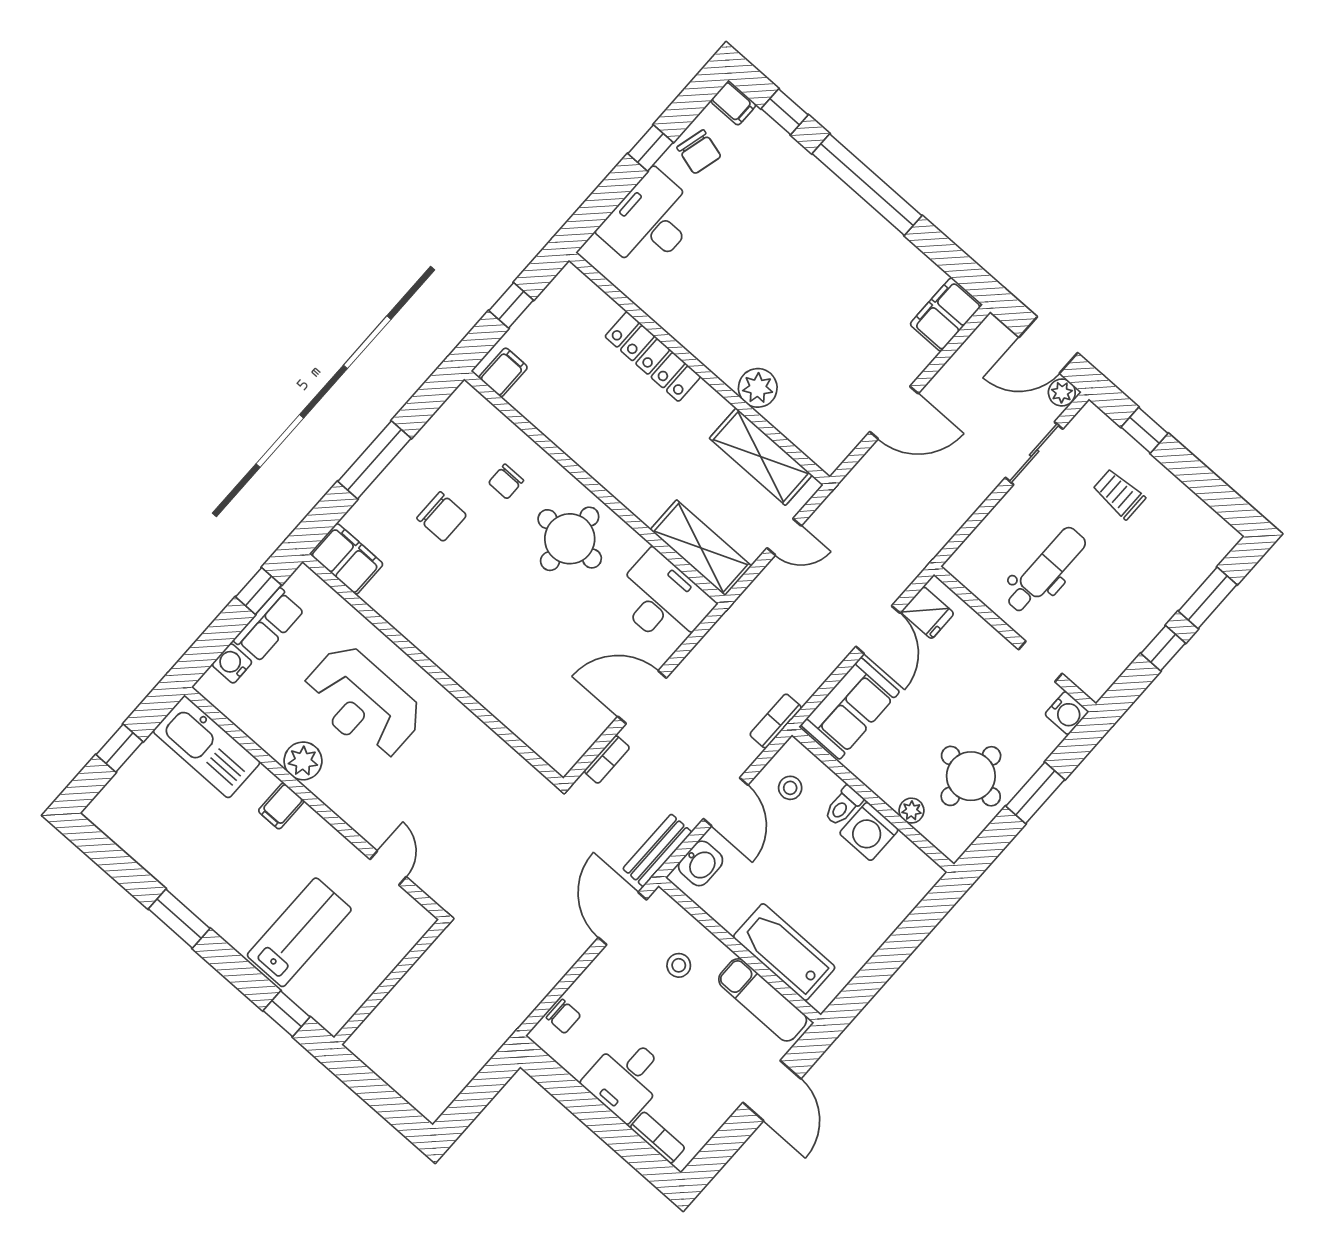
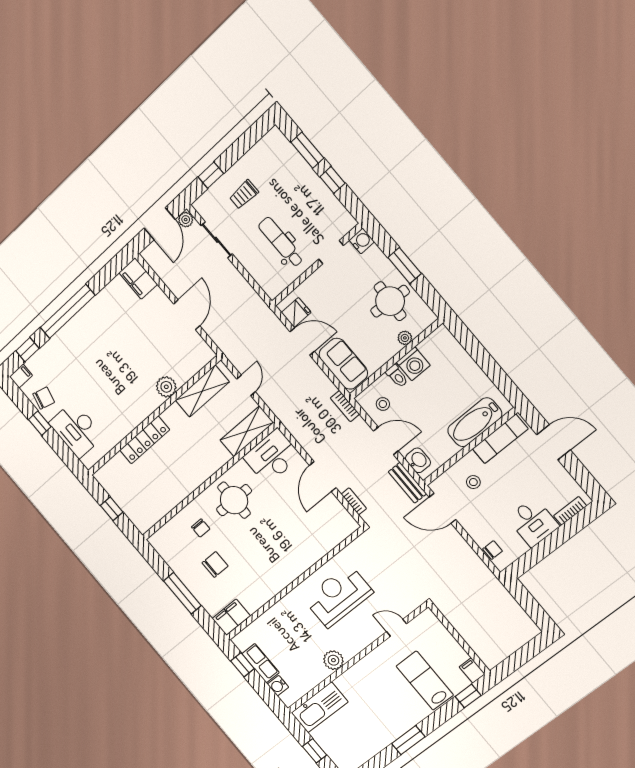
filing cabinet: (503, 372) -> (145, 519), removed
reception desk: (362, 703) -> (338, 596), moved, turned 180
filing cabinet: (281, 806) -> (472, 670), moved, turned 180

